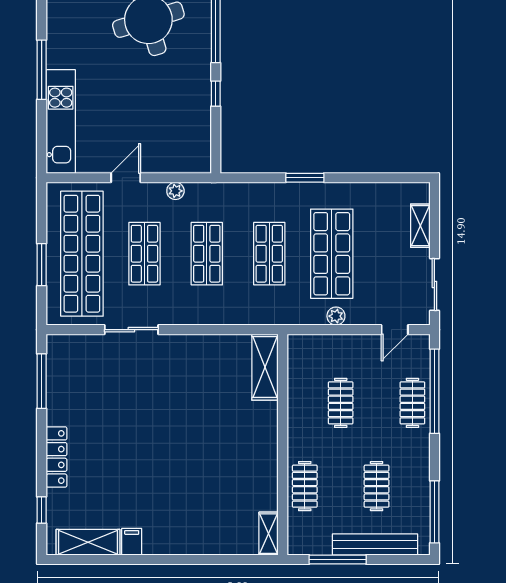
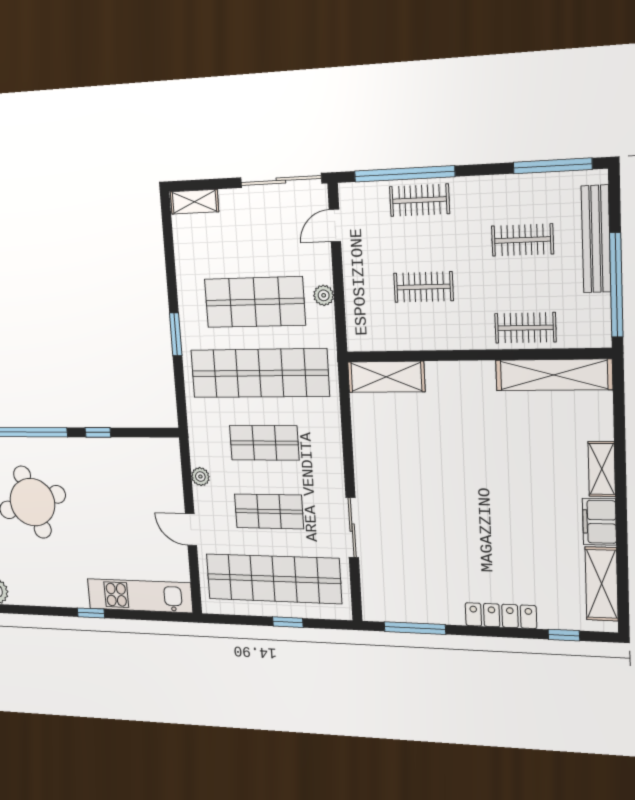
window: (42, 70) -> (91, 613), width x0.46
shelving: (420, 226) -> (194, 202), moved
shop shelf: (269, 254) -> (260, 373), width x2.00, depth x1.36
window: (42, 265) -> (288, 622), width x0.67
sliding door: (434, 284) -> (281, 180), width x1.37
door: (395, 330) -> (335, 226), swing flipped
shelving: (269, 534) -> (554, 375), width x2.20, depth x1.33
filing cabinet: (132, 542) -> (599, 522), width x2.00
shelving: (187, 545) -> (602, 469), added
window: (338, 559) -> (616, 285), width x1.46

